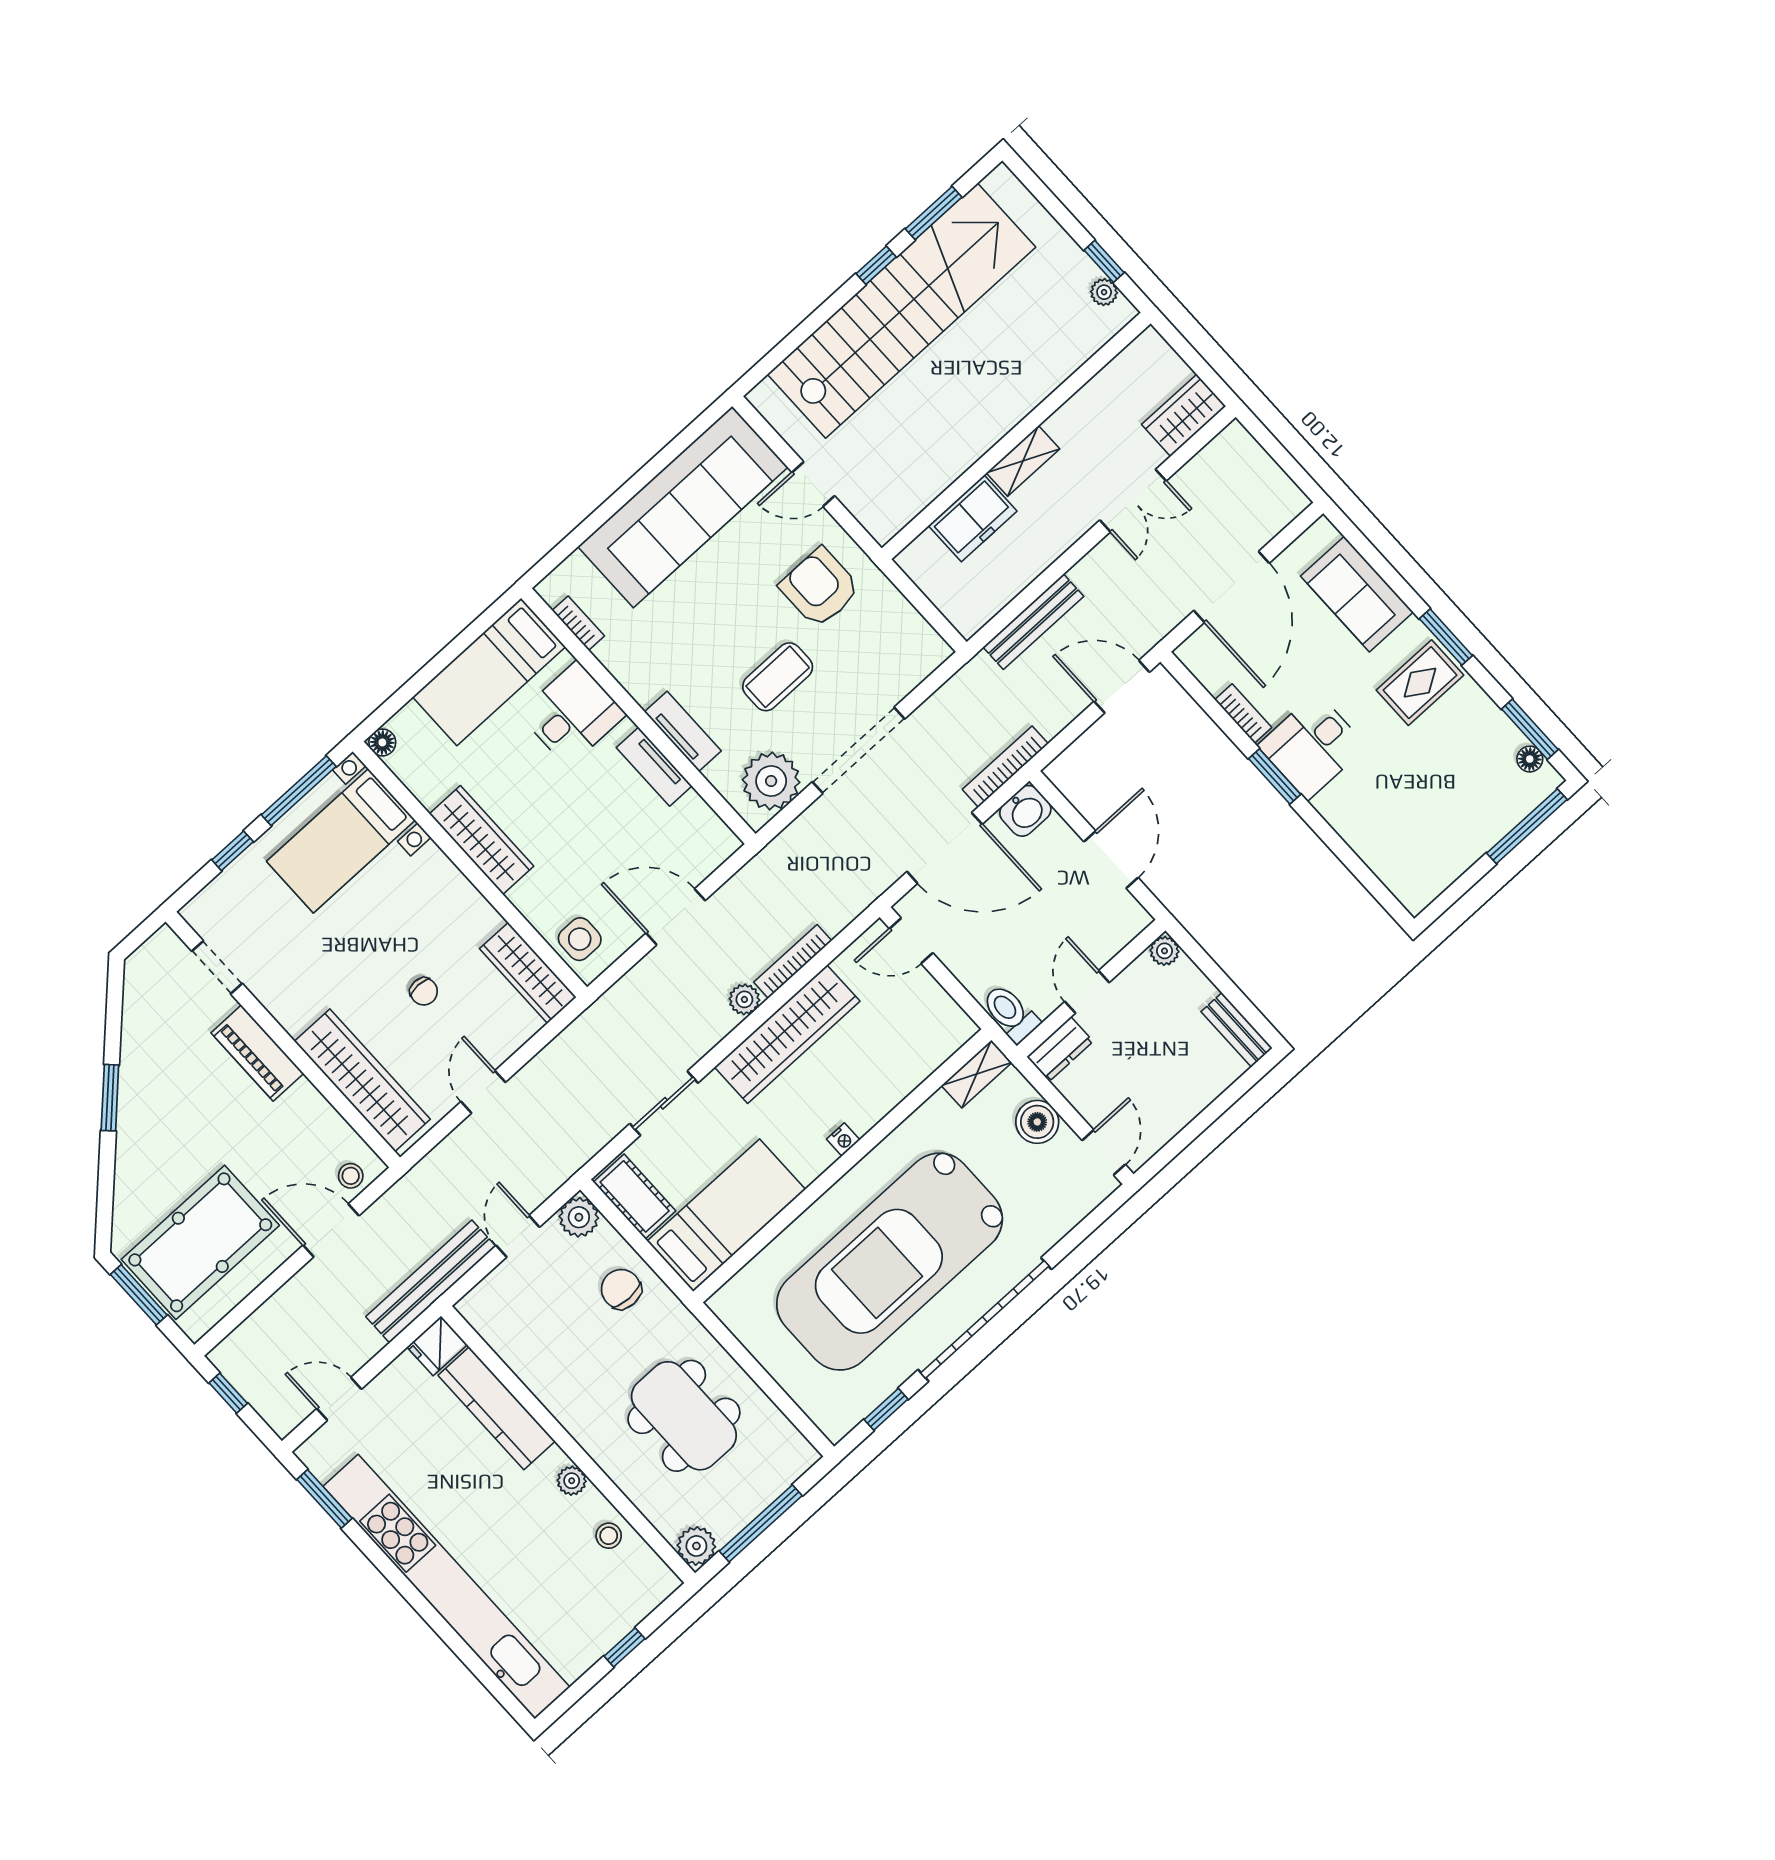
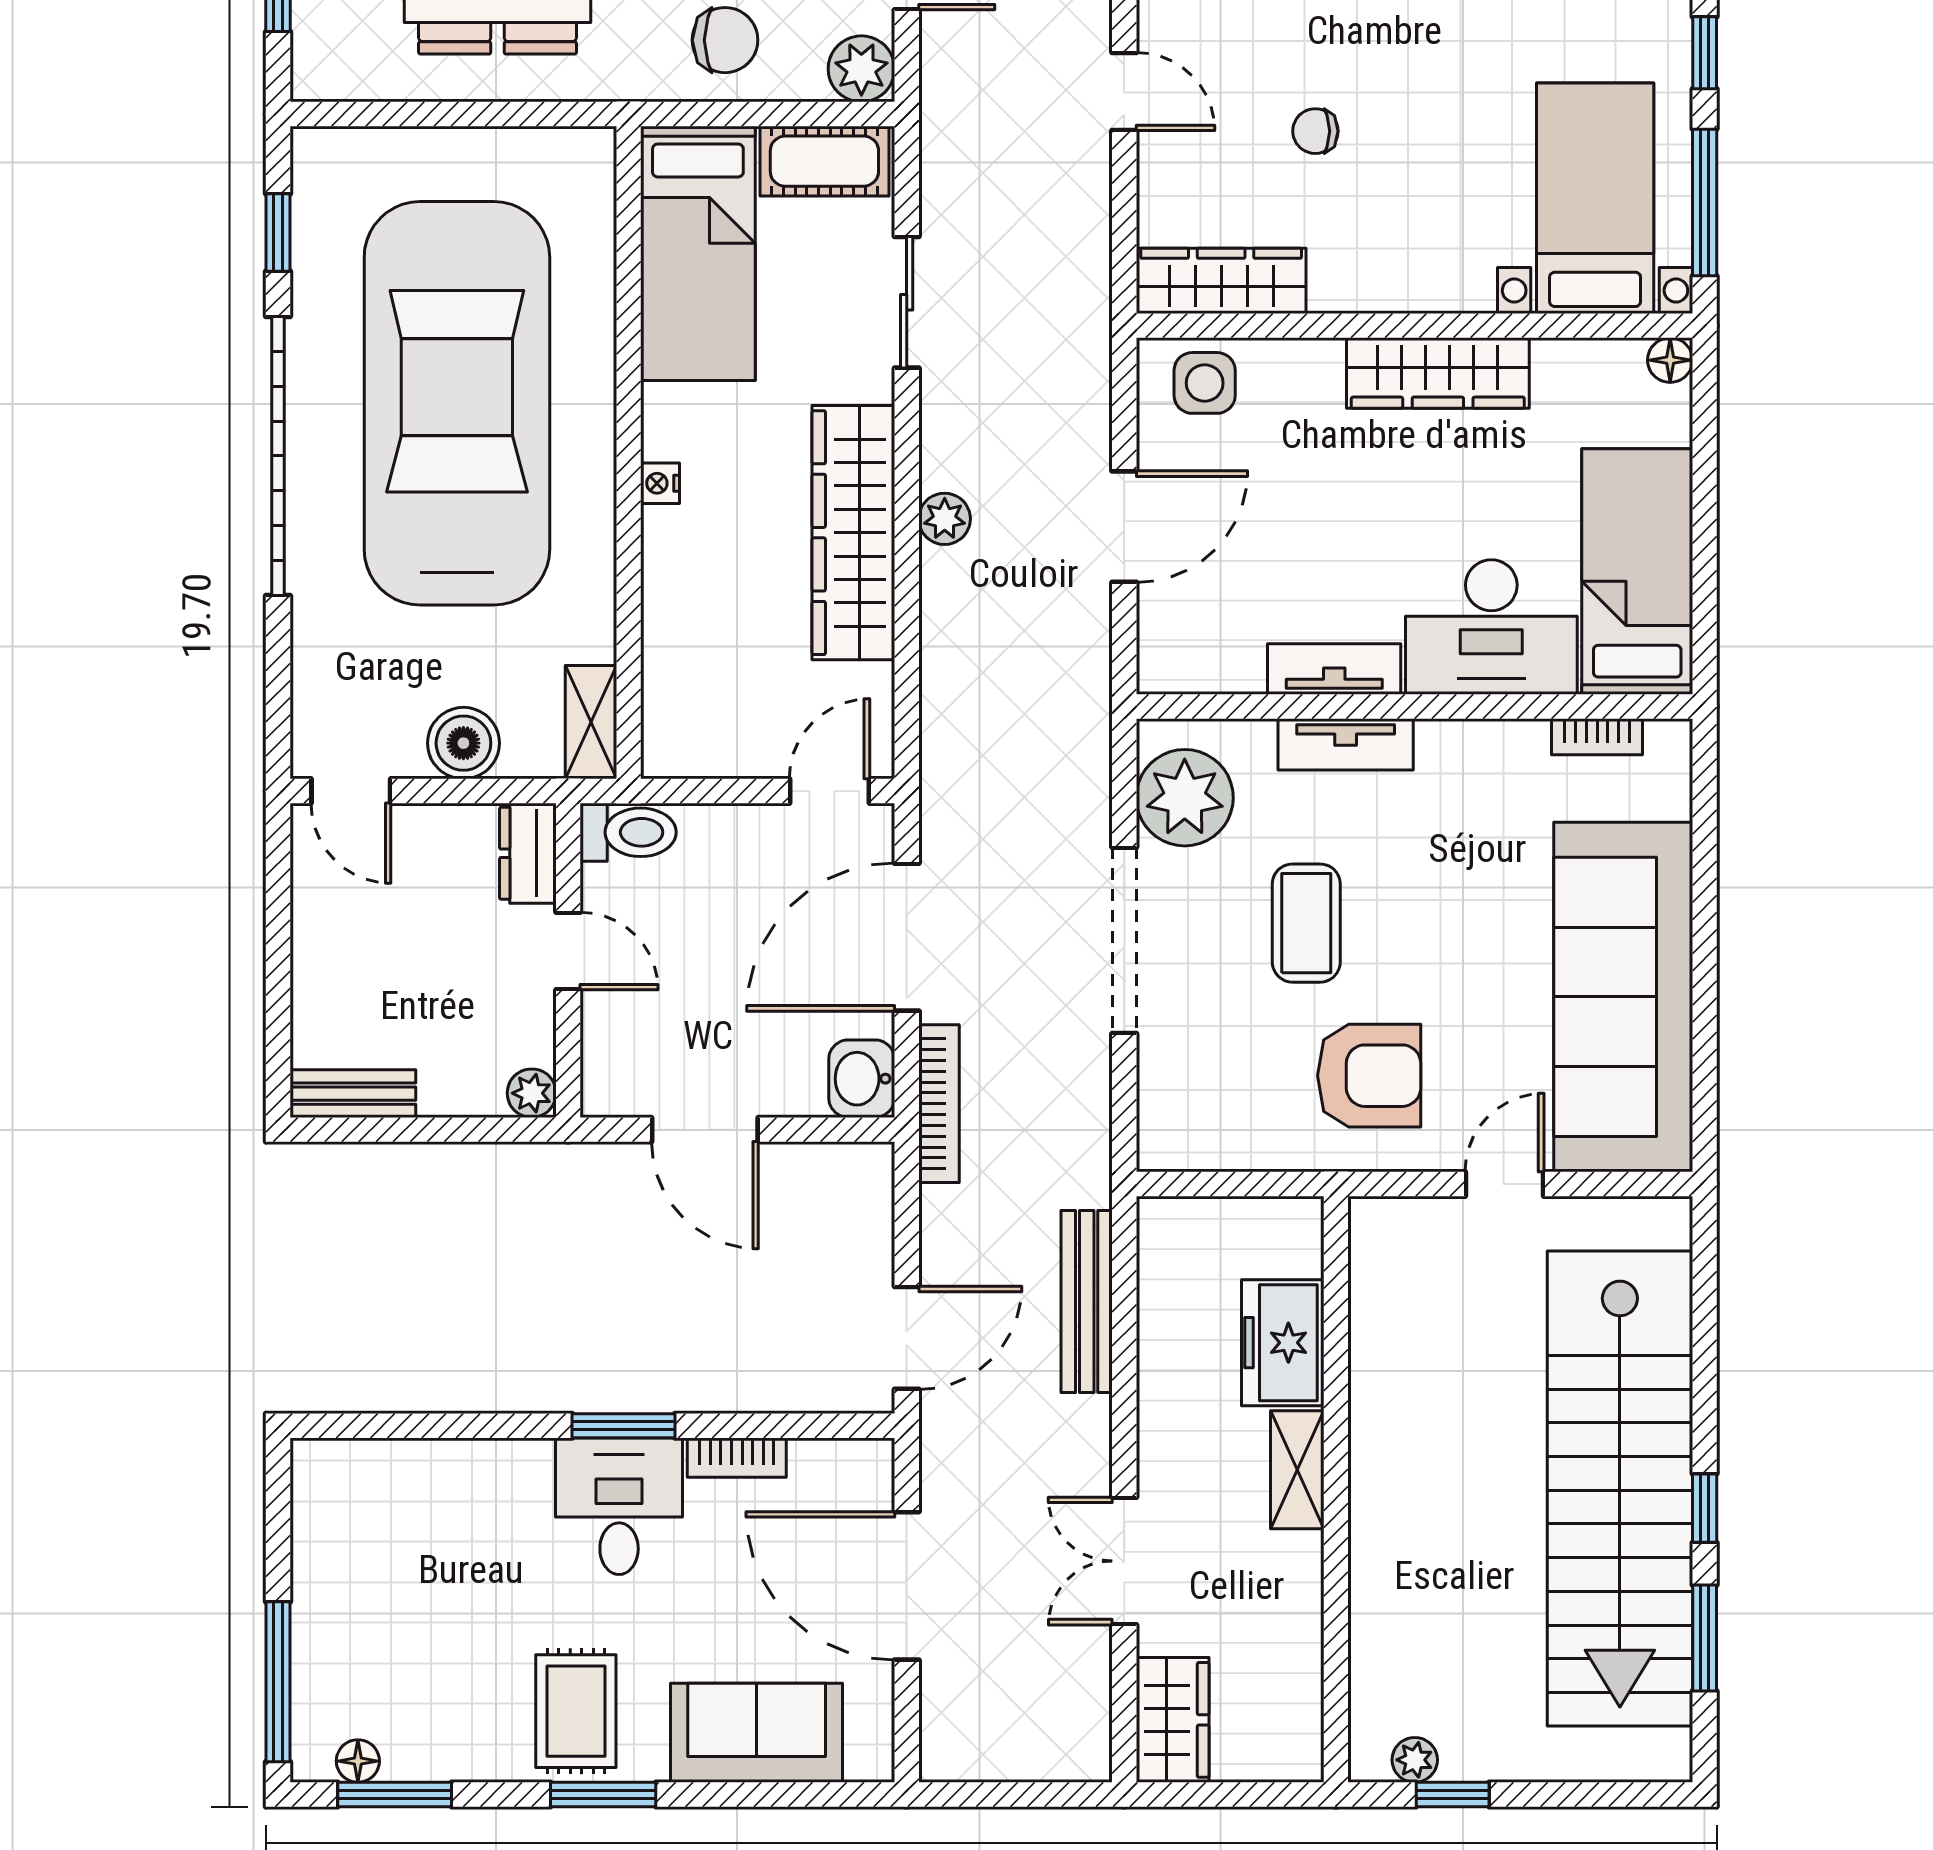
desk: (572, 714) -> (1491, 627), width x1.37
bookcase: (793, 961) -> (937, 621), removed

